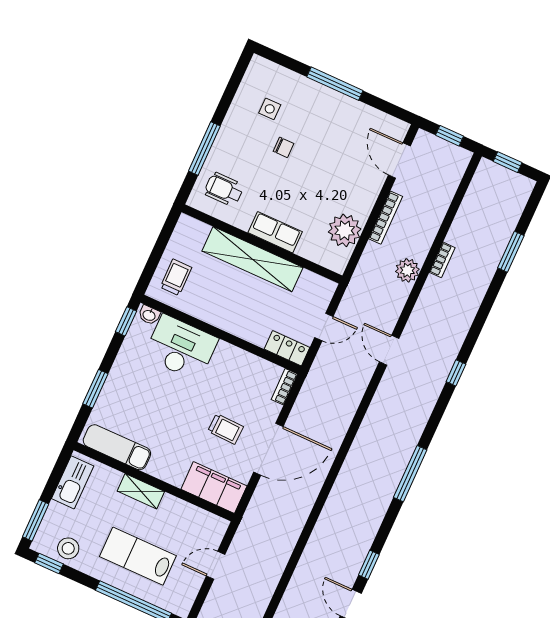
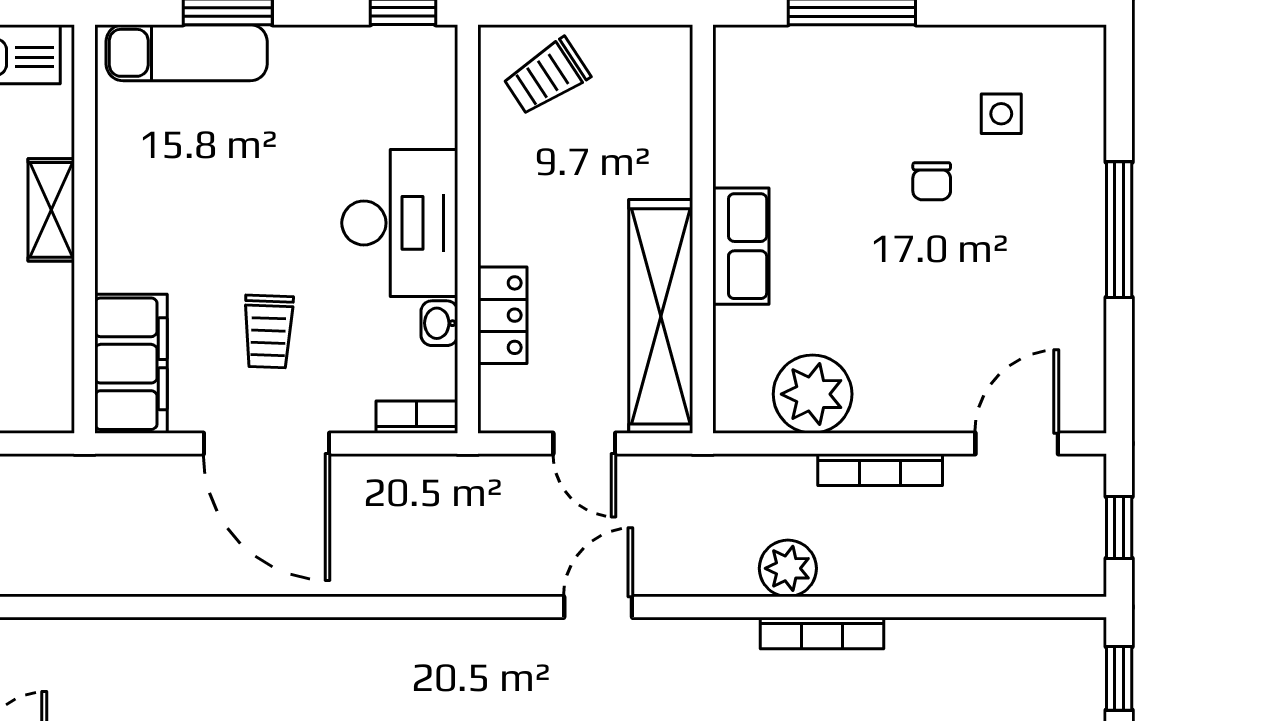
wheelchair: (224, 189) -> (783, 94), removed
shelving: (253, 259) -> (661, 316), moved
bookcase: (442, 260) -> (822, 633), width x1.56
trolley: (176, 277) -> (547, 77), turned 147
washbasin: (149, 315) -> (439, 323), moved
desk: (181, 348) -> (400, 223), moved
locker: (287, 348) -> (502, 315), moved
exam couch: (117, 447) -> (187, 53), moved, turned 90

